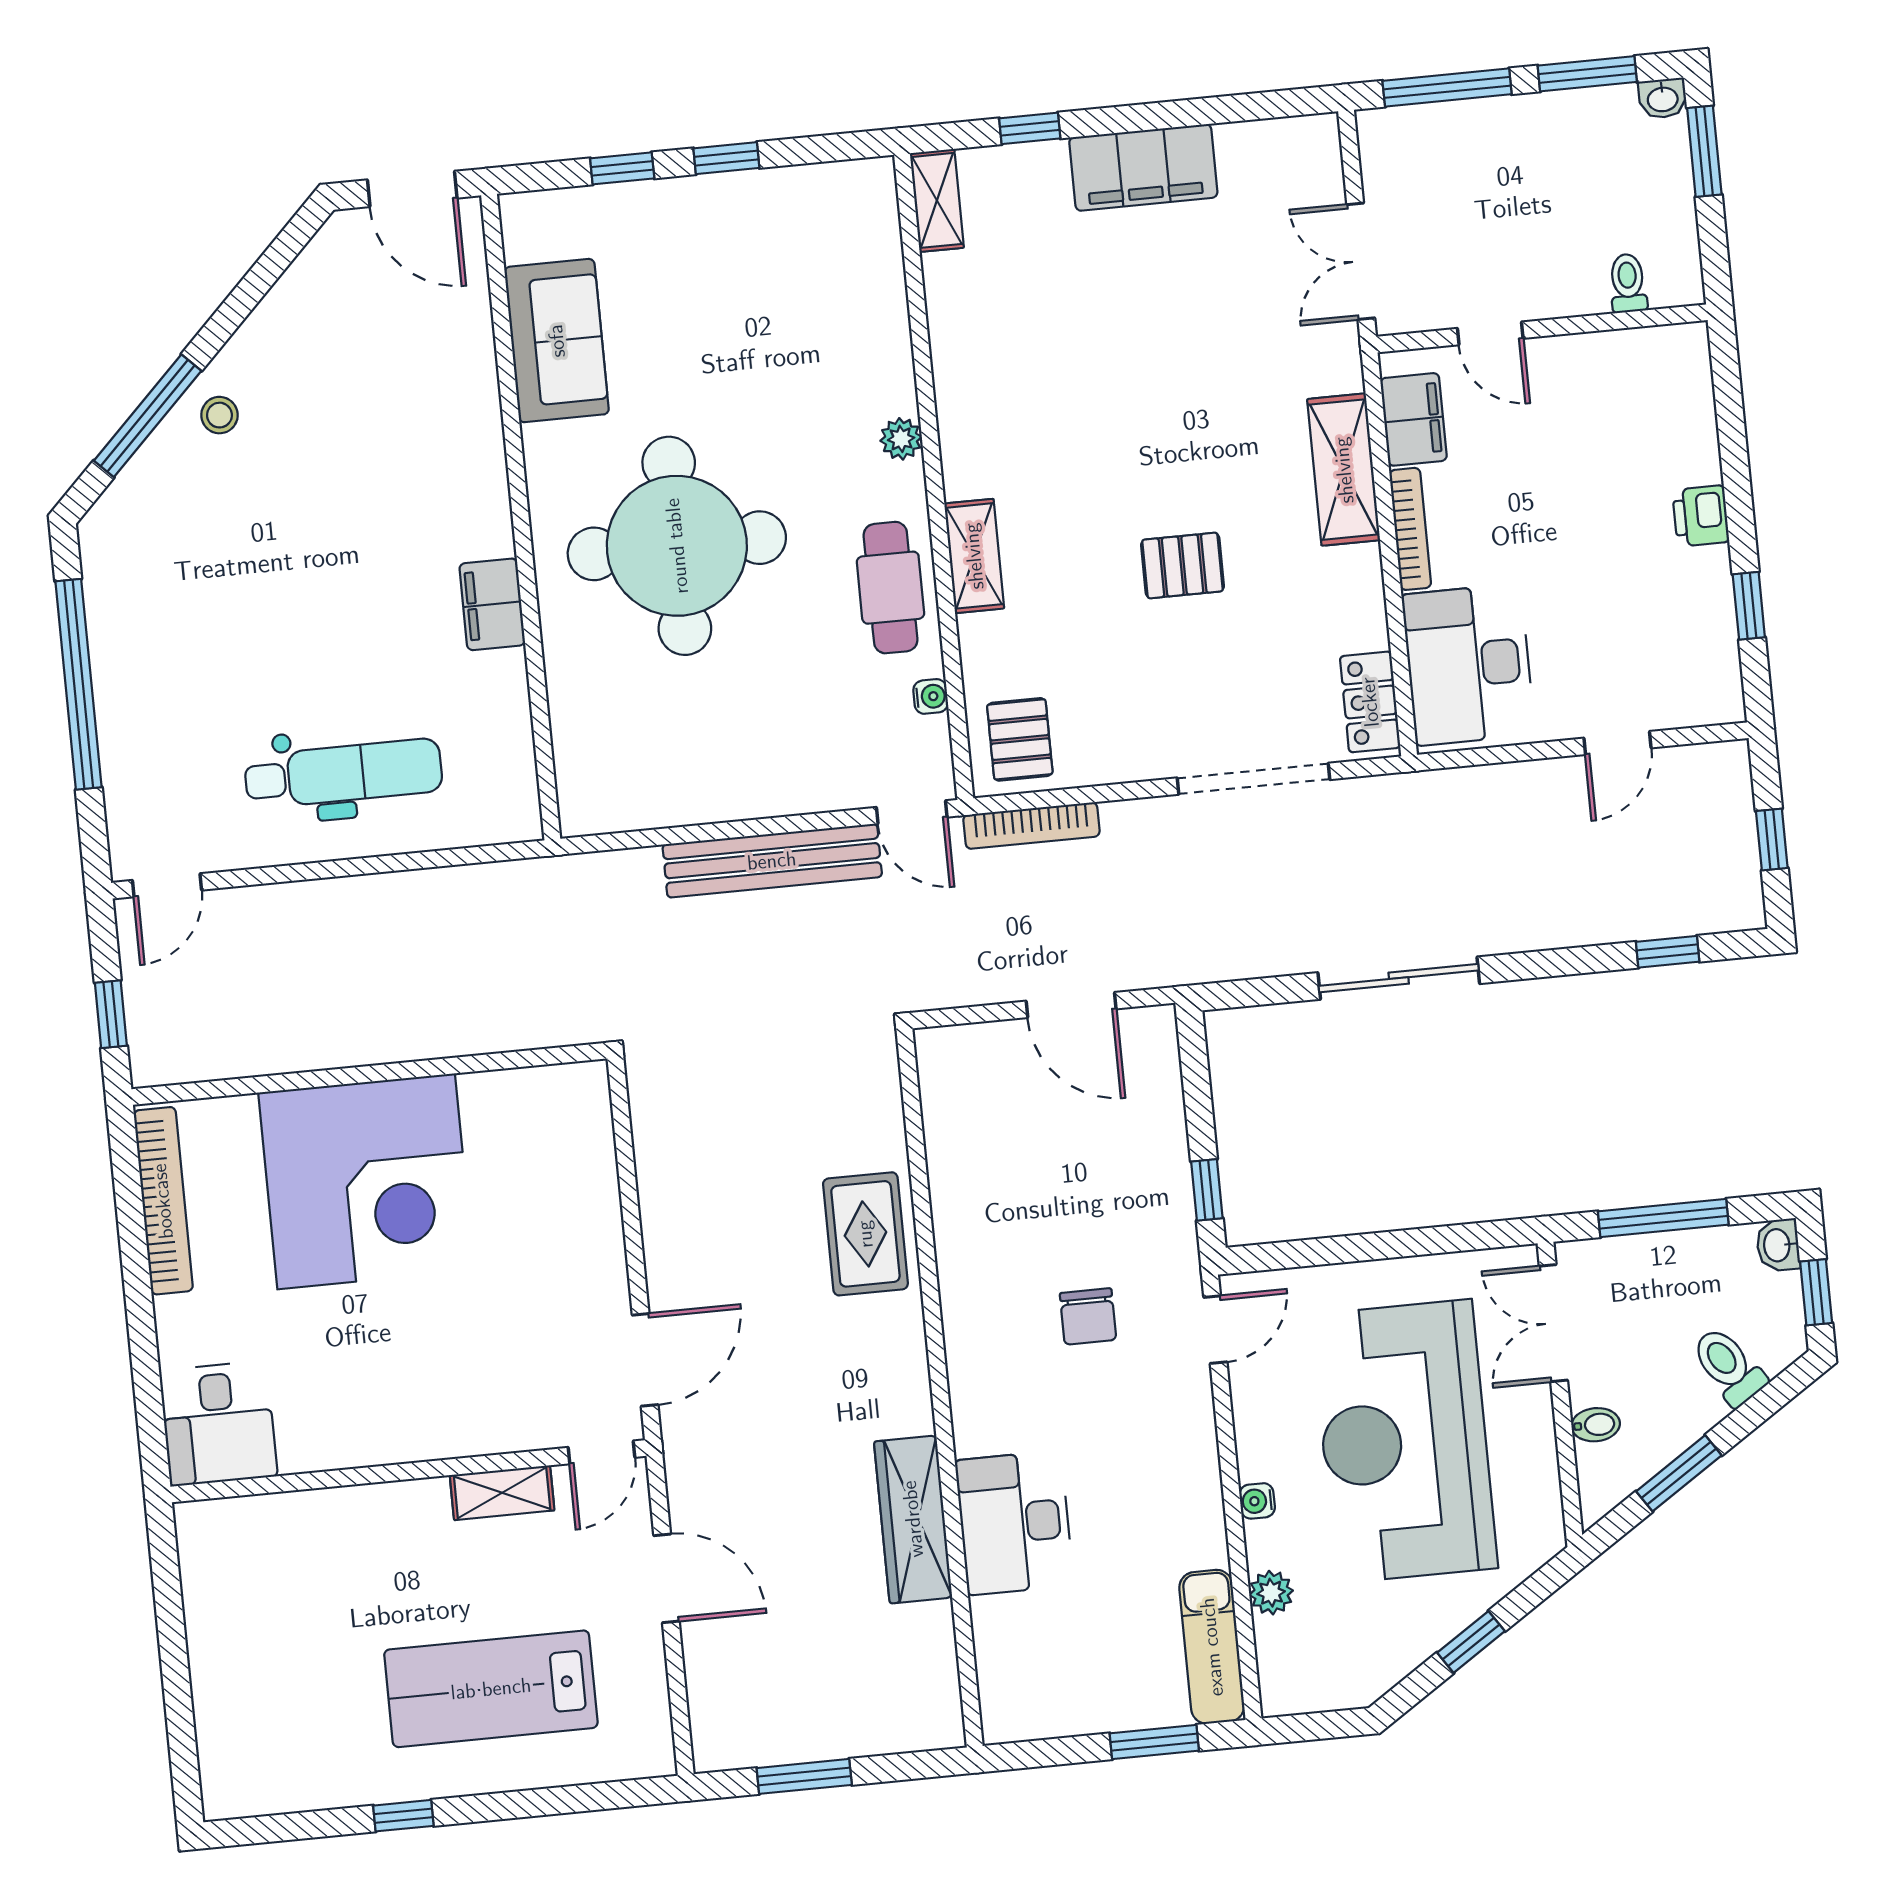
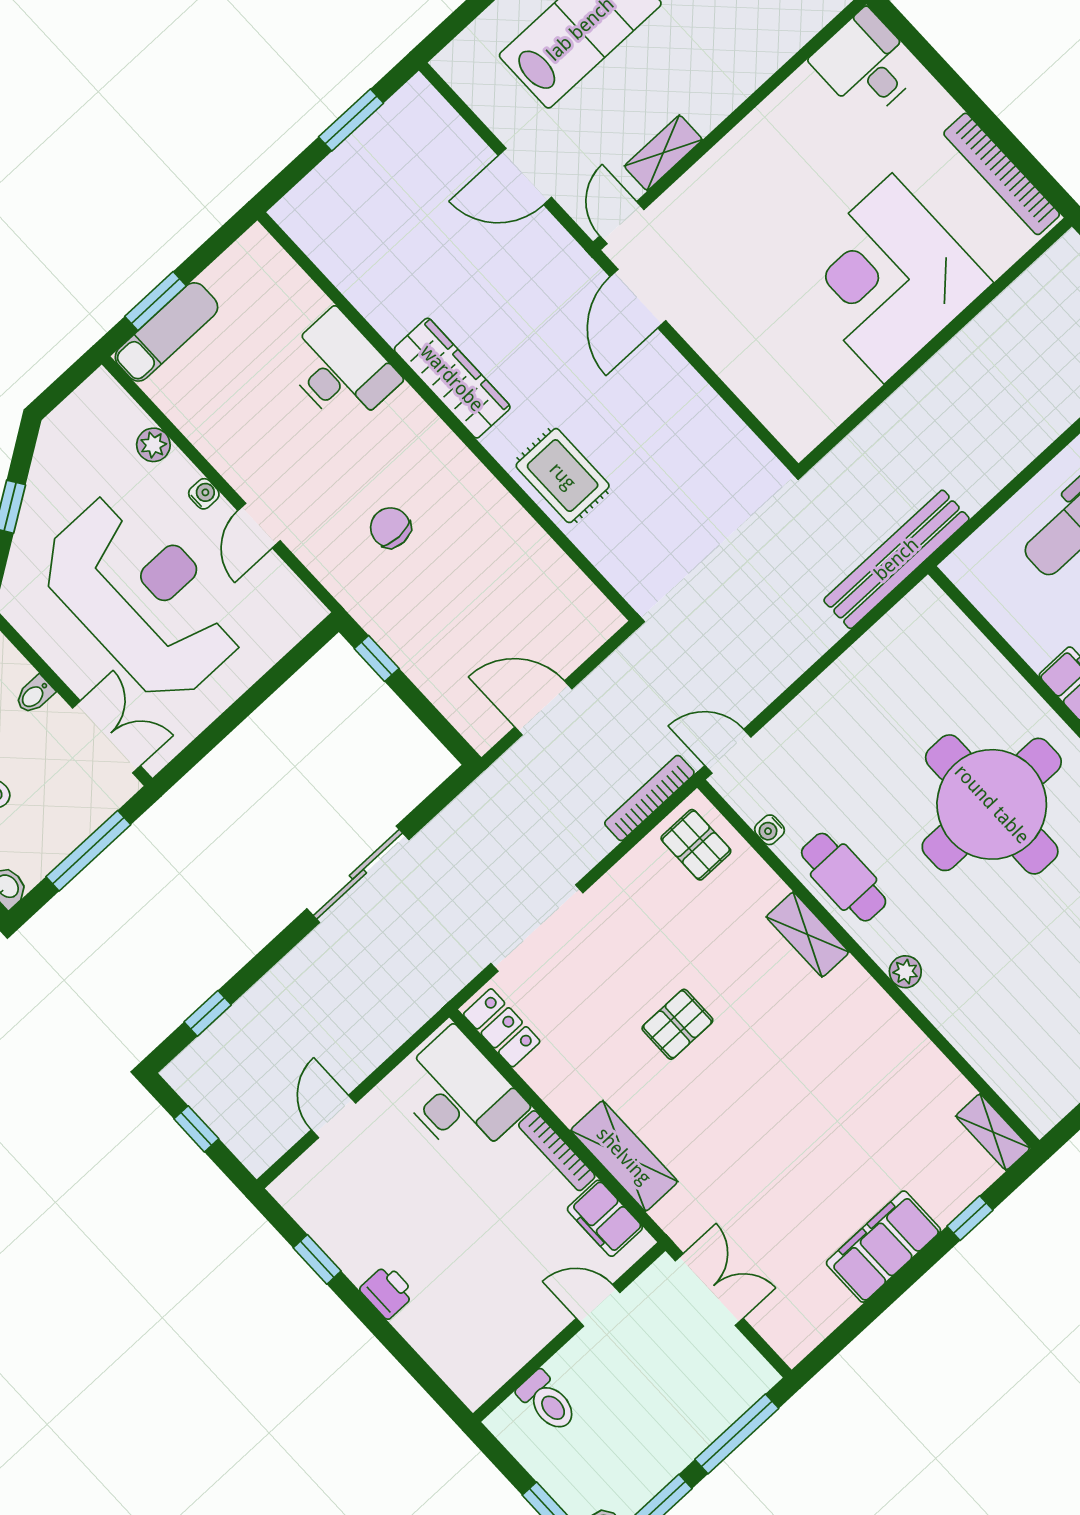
toilet: (1628, 283) -> (547, 1401), width x1.37, depth x1.39
bench: (772, 861) -> (896, 559), moved
door: (1215, 1330) -> (259, 526), moved
wardrobe: (913, 1519) -> (452, 378), moved
exam couch: (1212, 1647) -> (166, 332), moved, turned 90

